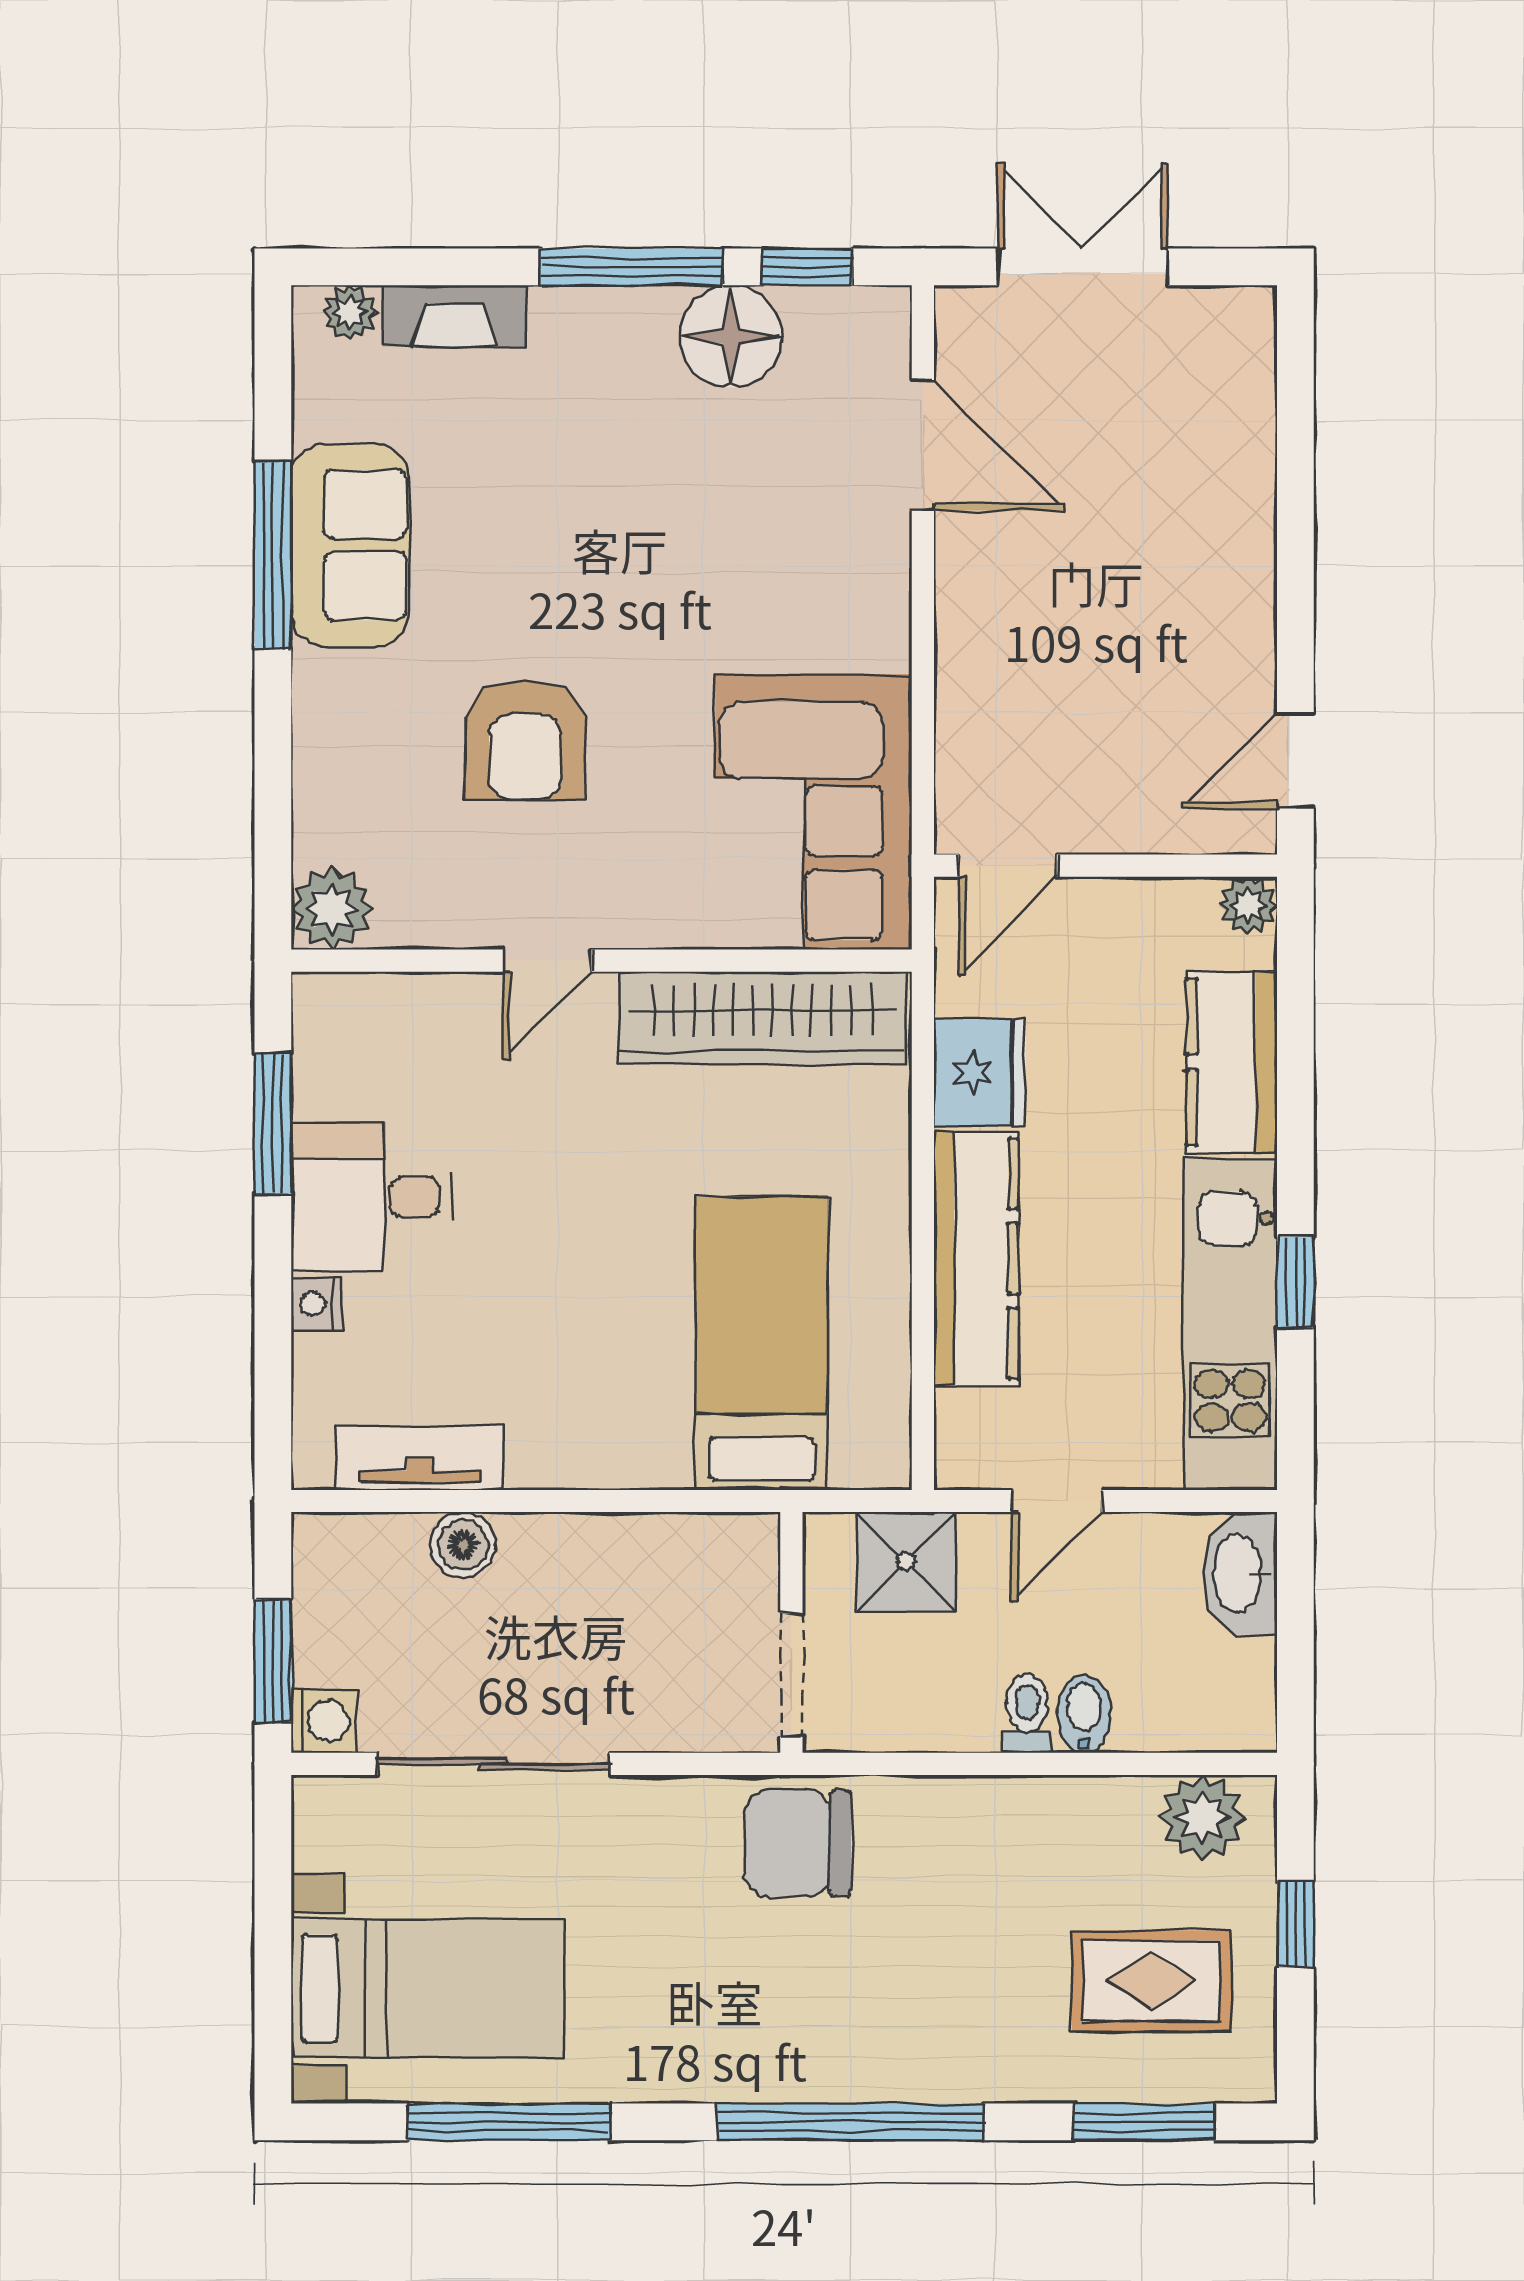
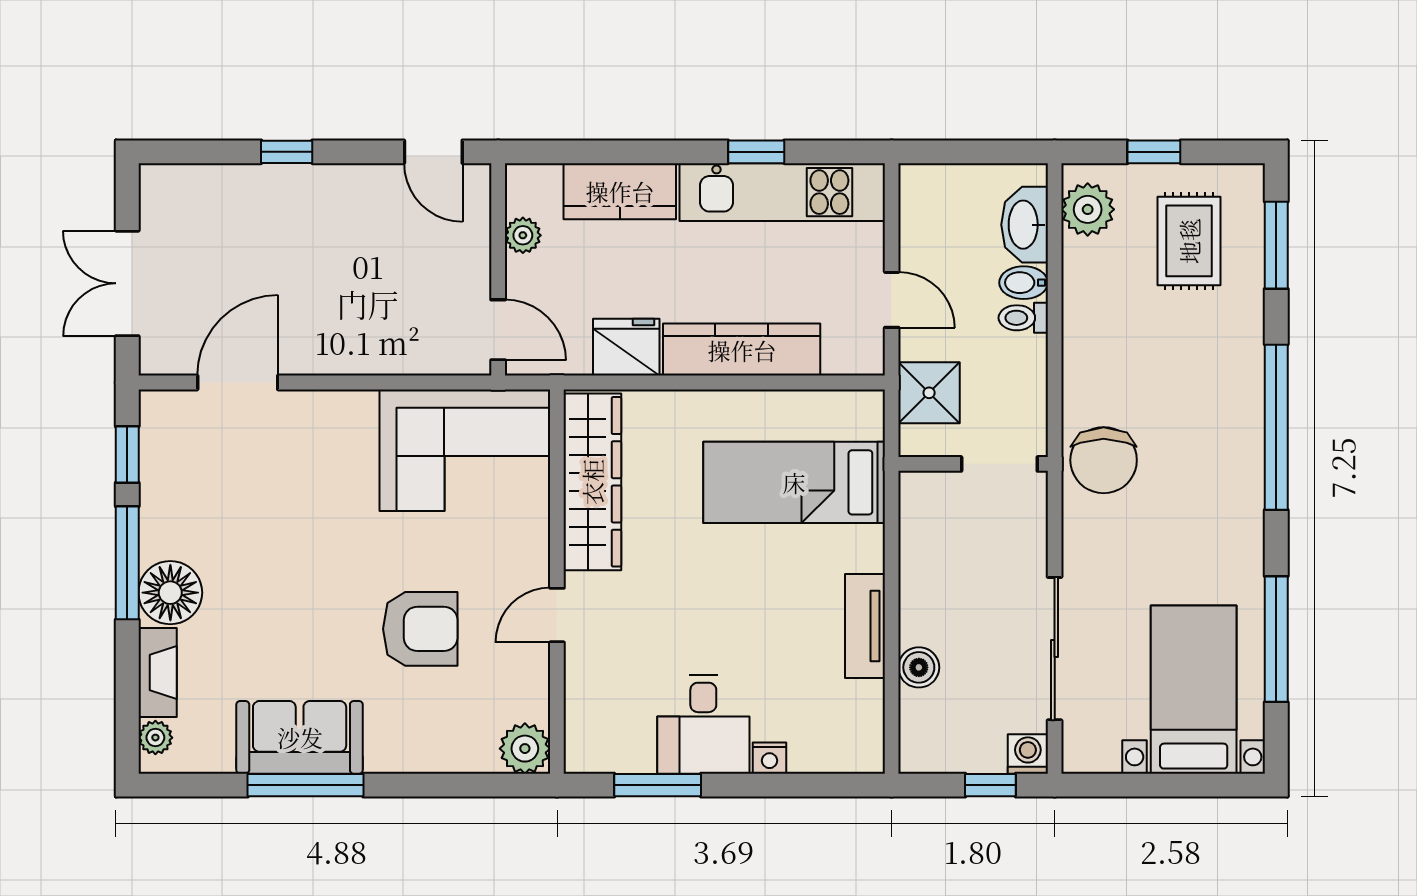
floor lamp: (731, 336) -> (170, 593), moved
window: (1295, 524) -> (287, 152), added
plant: (1248, 906) -> (523, 235), moved
door: (547, 961) -> (557, 615), swing flipped
tv unit: (420, 1458) -> (865, 626), moved
washbasin: (1240, 1573) -> (1025, 225), moved, turned 90
window: (273, 1660) -> (990, 785), width x0.67

